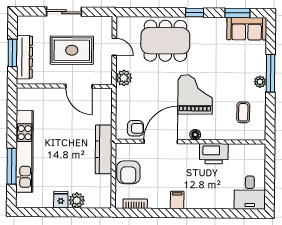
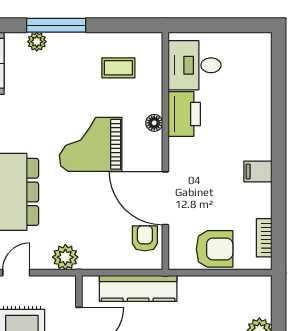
plant: (260, 82) -> (37, 42), moved
floor lamp: (195, 135) -> (154, 123), moved
kitchen counter: (104, 149) -> (138, 288), moved
desk: (250, 193) -> (195, 65), moved, turned 180

